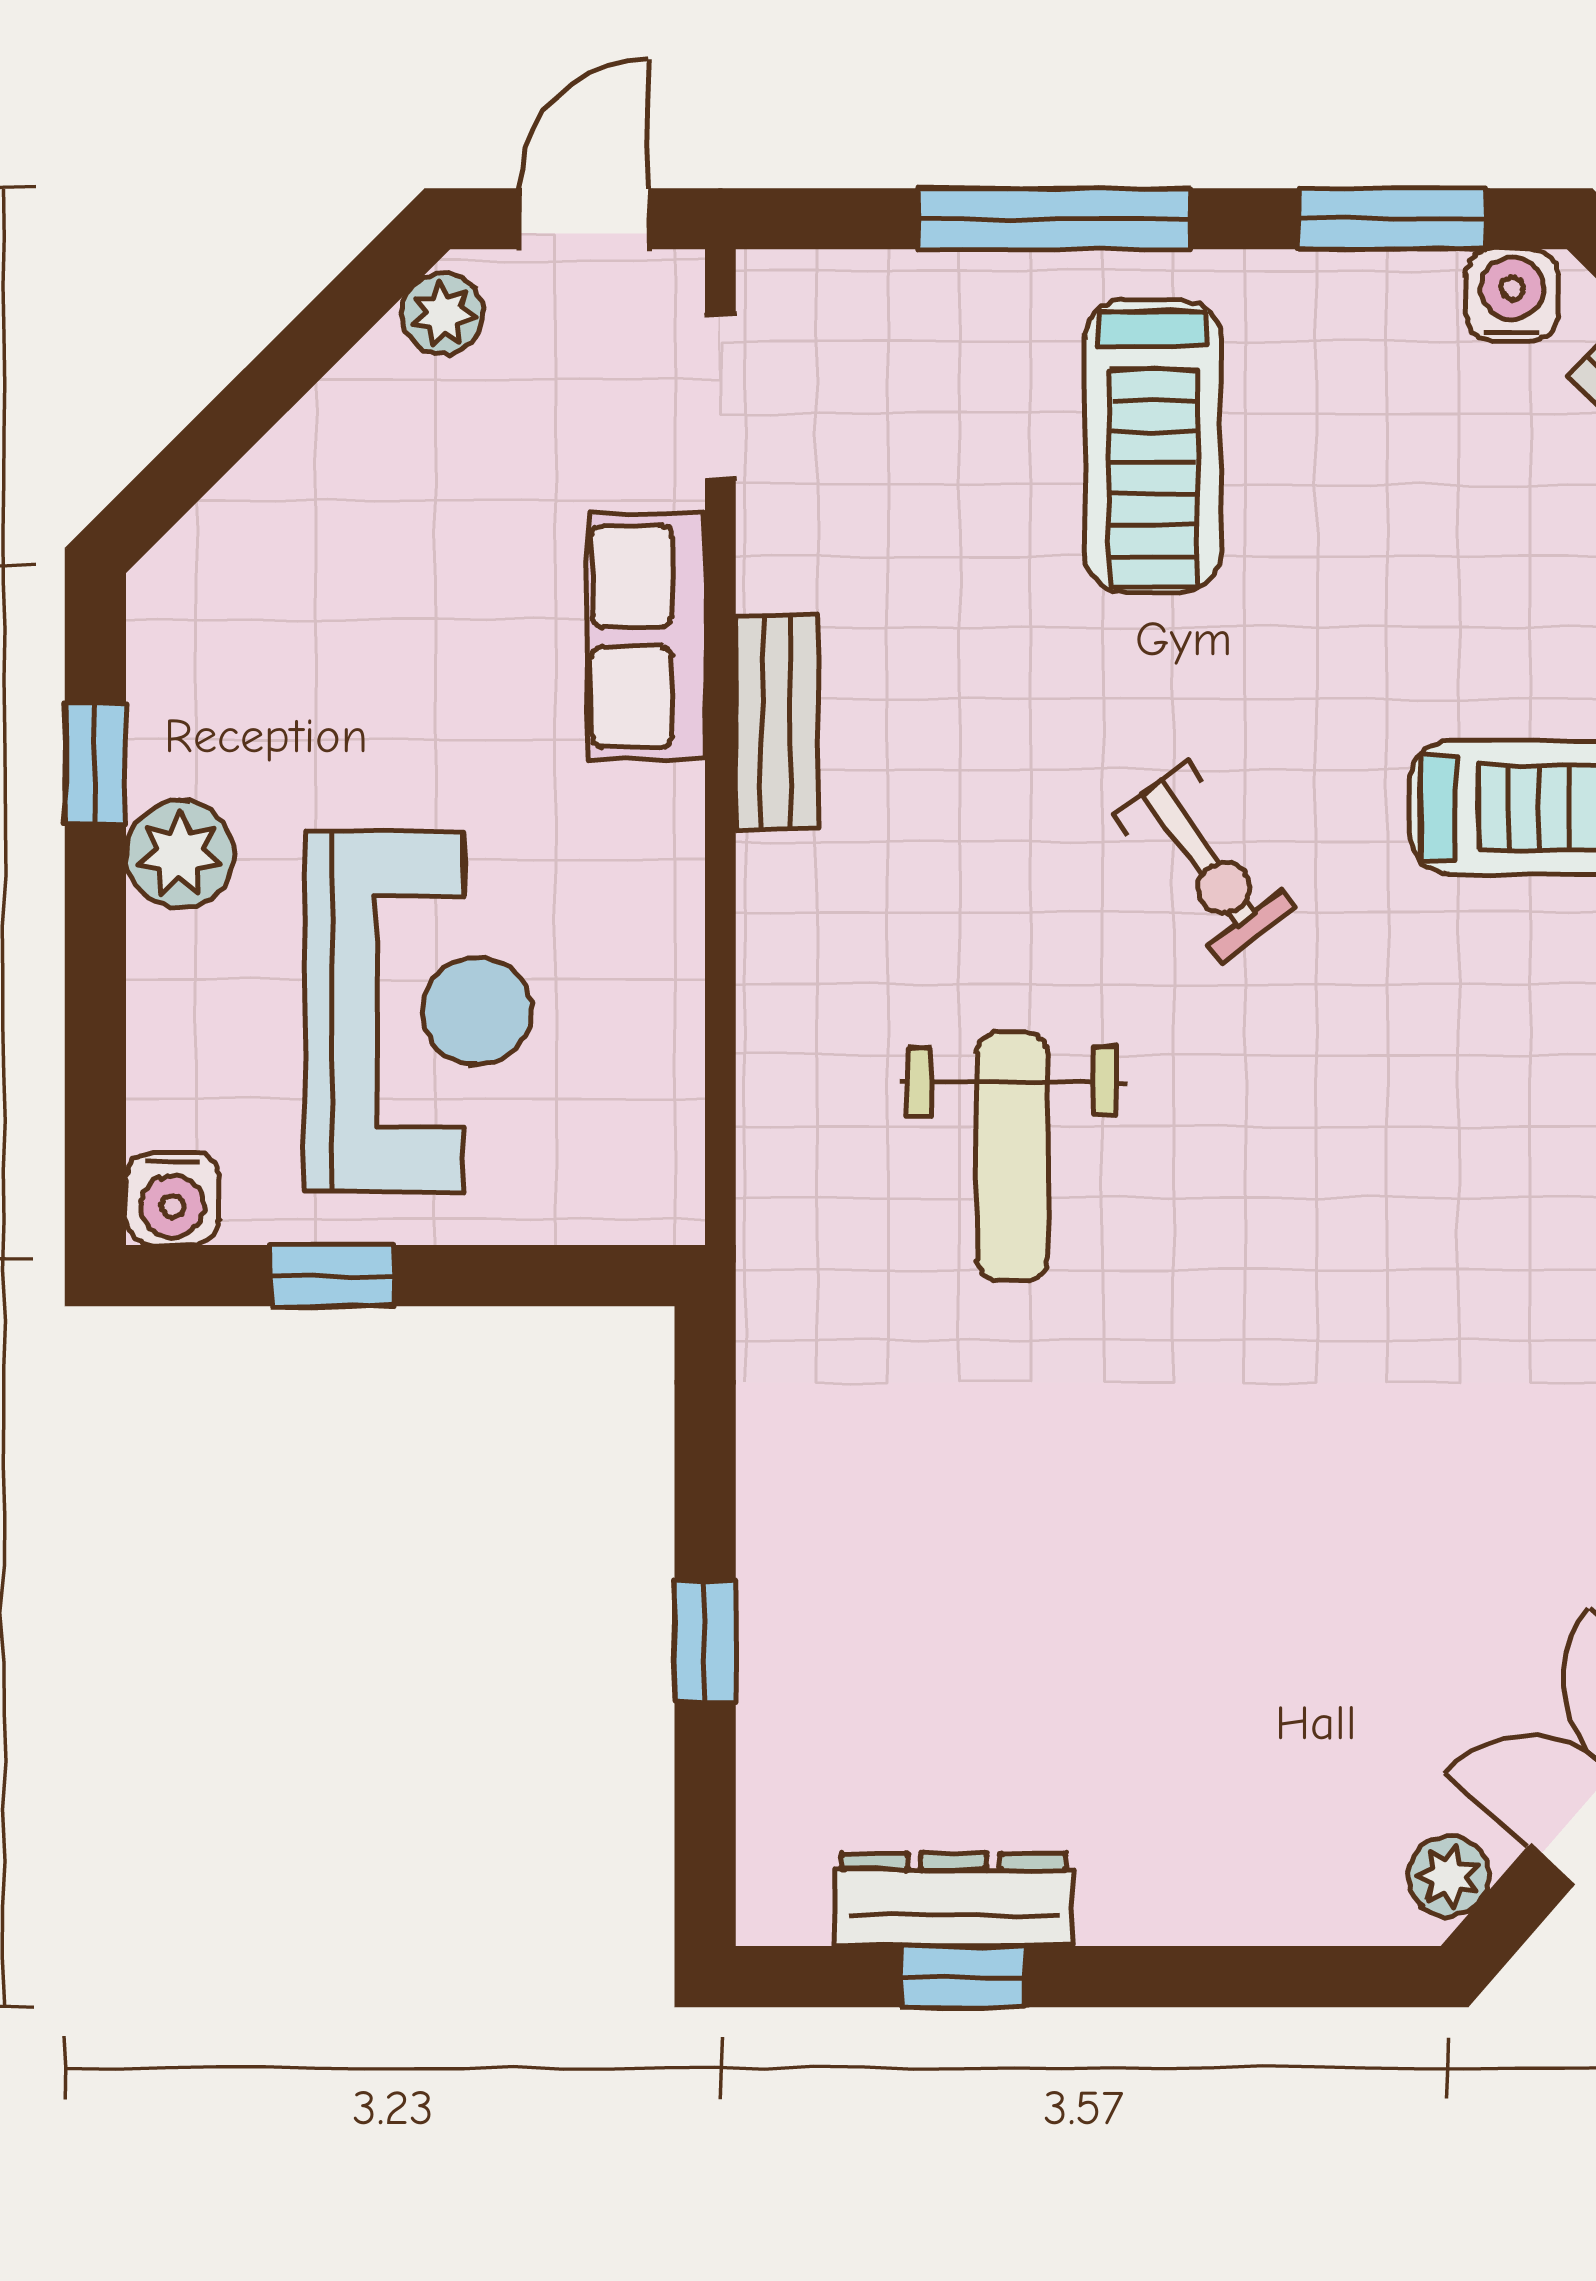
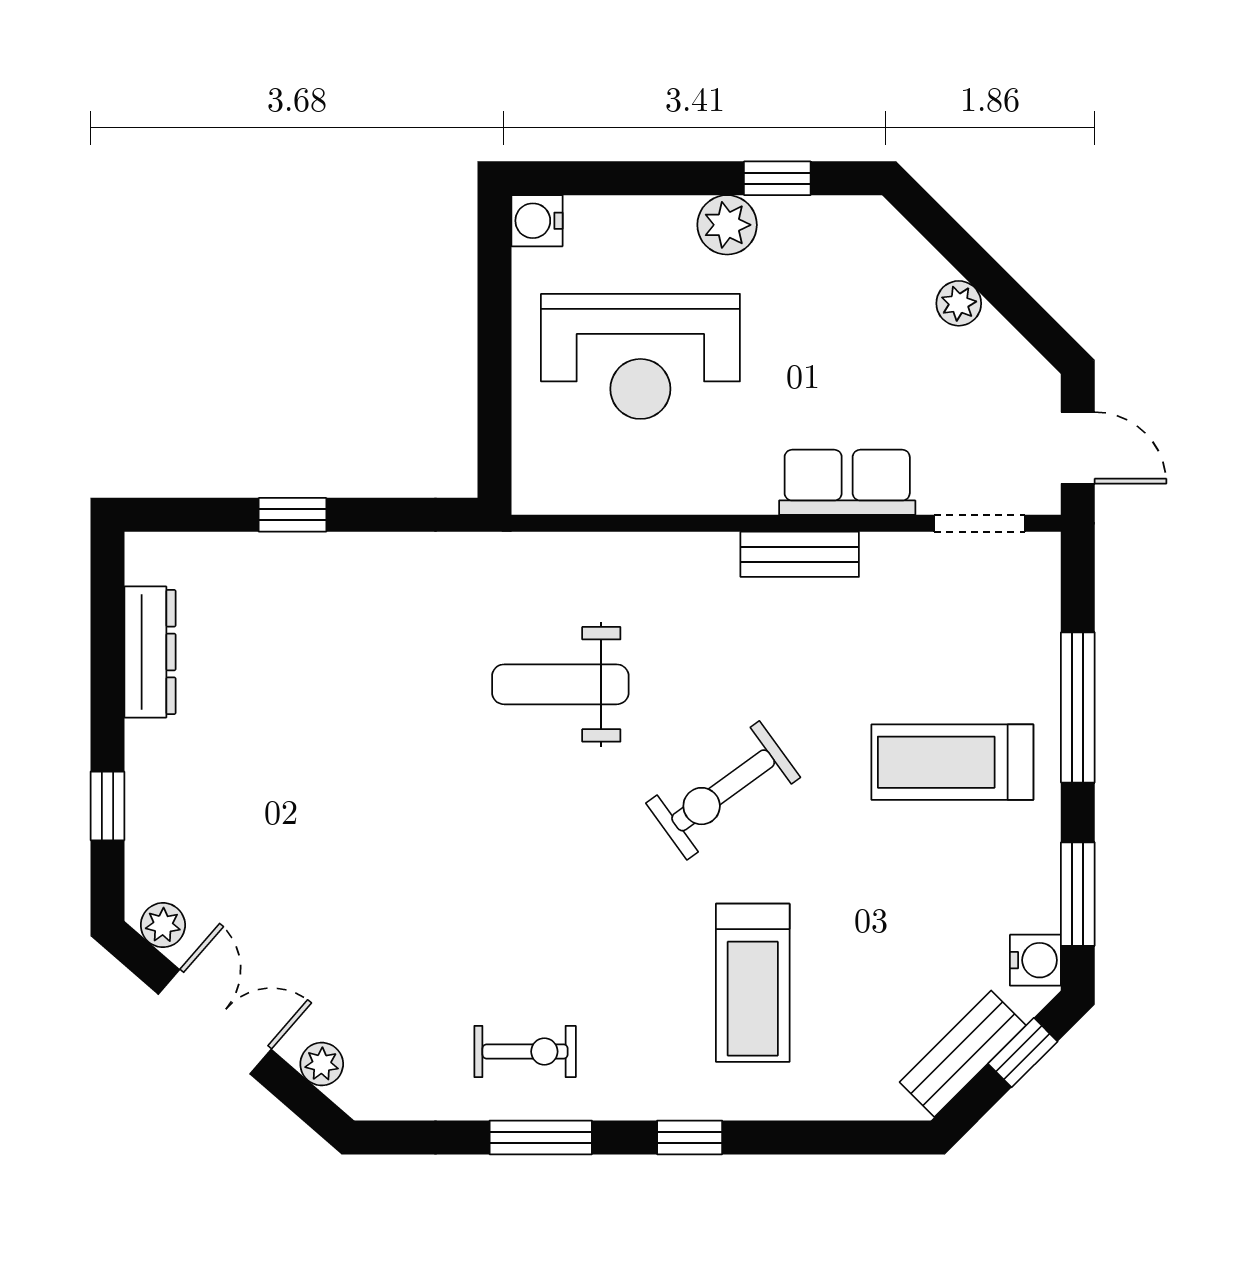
plant: (443, 314) -> (959, 303), moved
exercise bike: (1204, 861) -> (723, 790), width x1.38, depth x1.39
window: (332, 1276) -> (494, 309), removed
window: (963, 1977) -> (107, 806), moved

